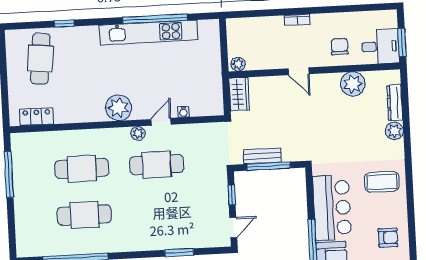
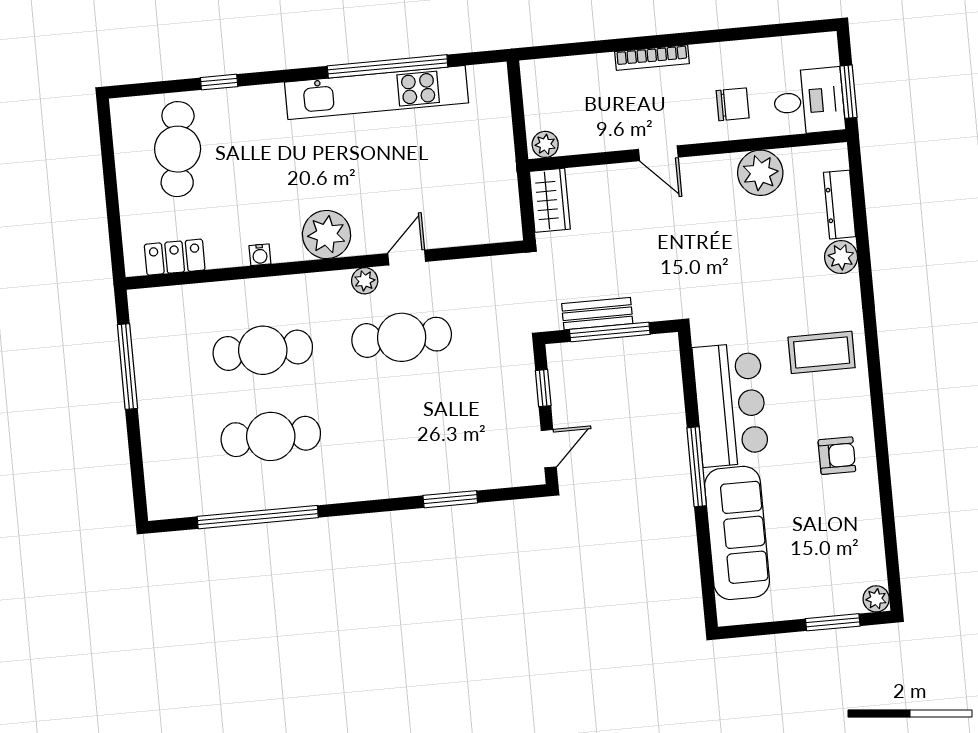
bookcase: (297, 20) -> (652, 58), width x1.56
chair: (339, 47) -> (733, 104), turned 90
water cooler: (183, 112) -> (260, 255), moved

